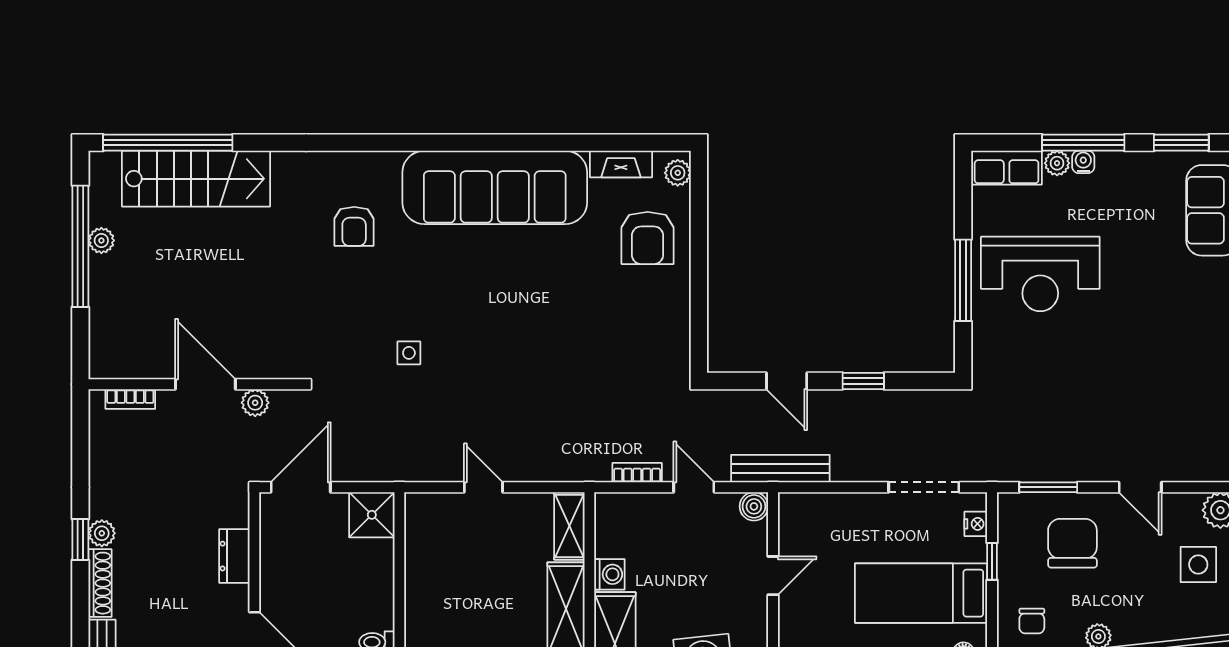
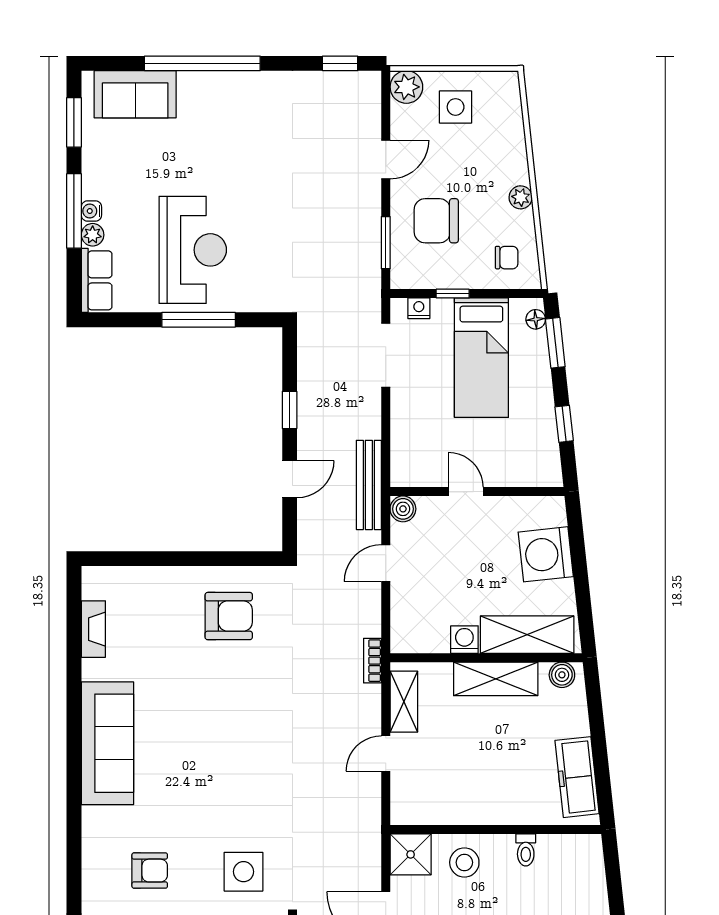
plant: (678, 173) -> (101, 578), removed
sofa: (495, 187) -> (107, 743), width x0.74, depth x0.79
armchair: (648, 238) -> (229, 616), moved
side table: (409, 353) -> (243, 872), moved, width x1.87, depth x1.87
bookcase: (637, 473) -> (372, 661), moved
shelving: (569, 526) -> (404, 702), moved, turned 90
stool: (363, 574) -> (464, 862), added

